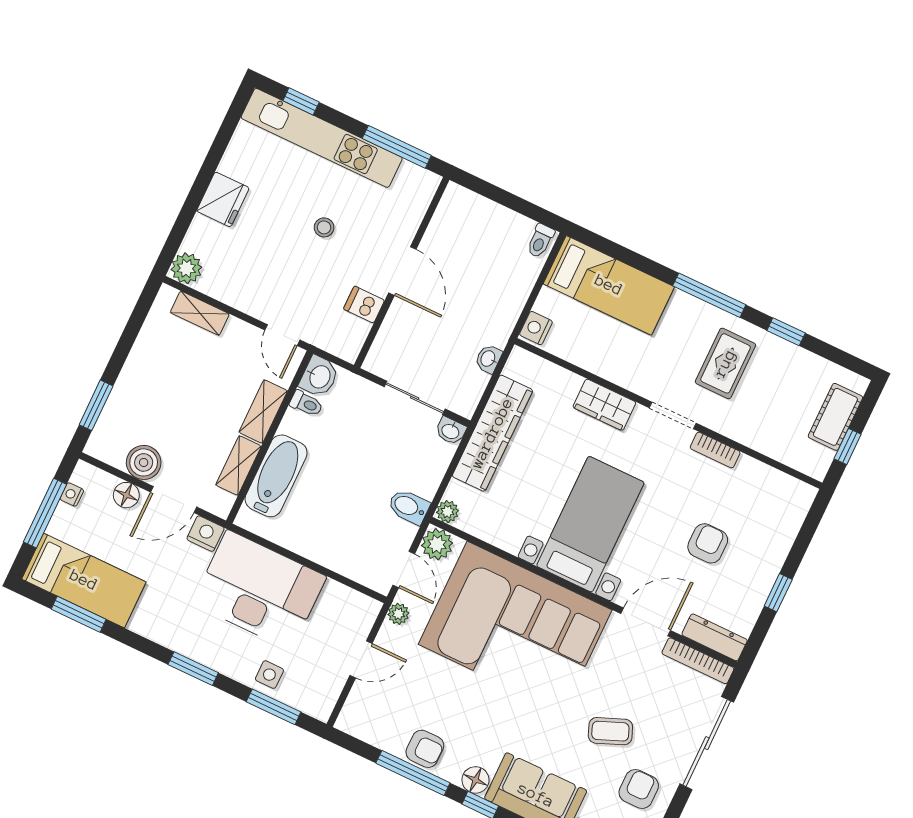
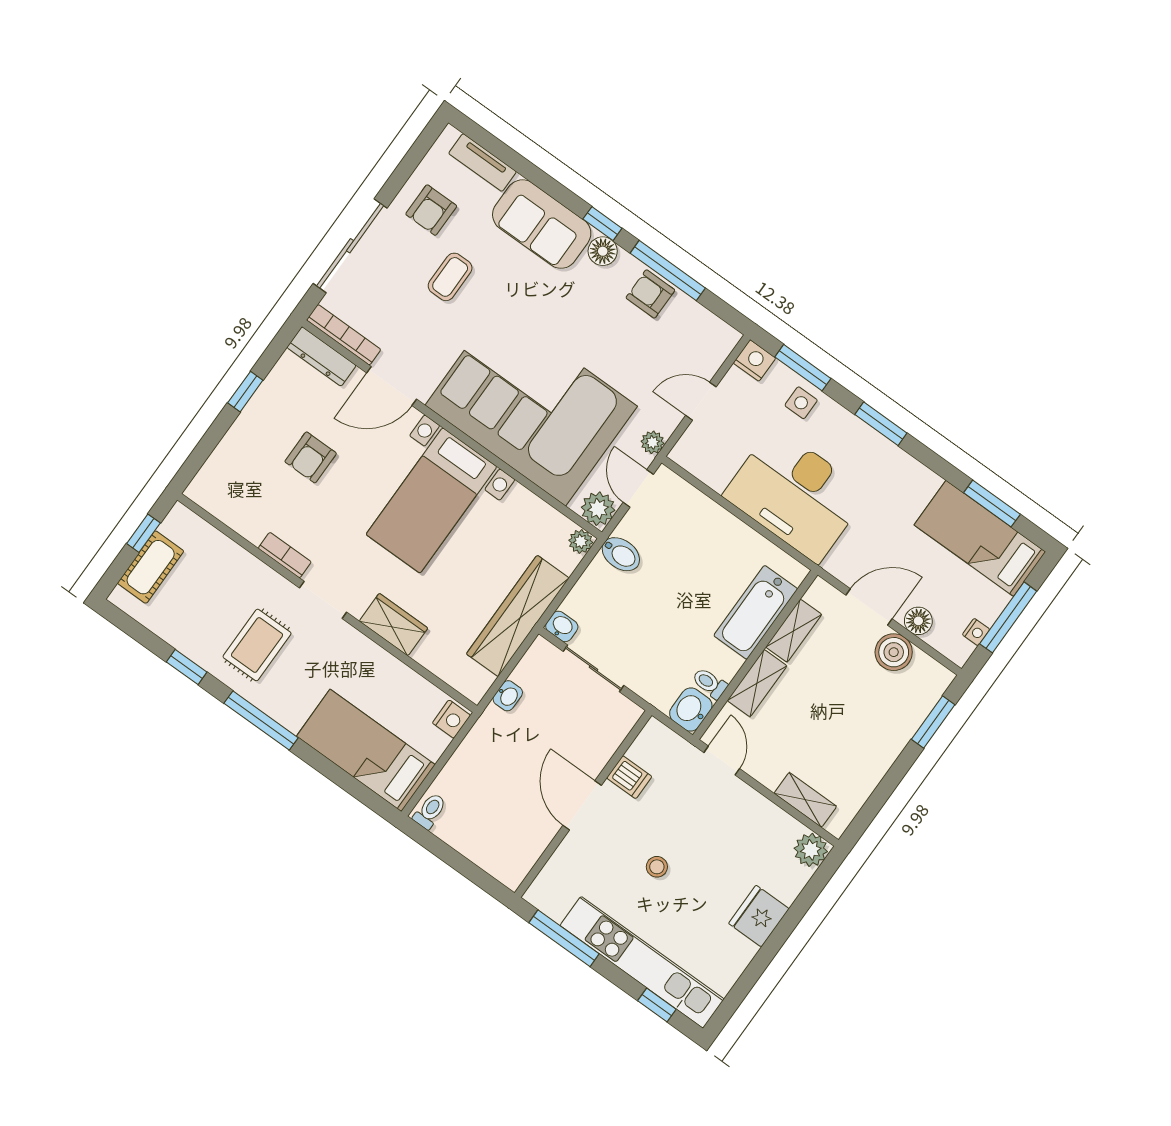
nightstand: (205, 534) -> (754, 361), moved, turned 180
coffee table: (610, 731) -> (450, 277), turned -68

